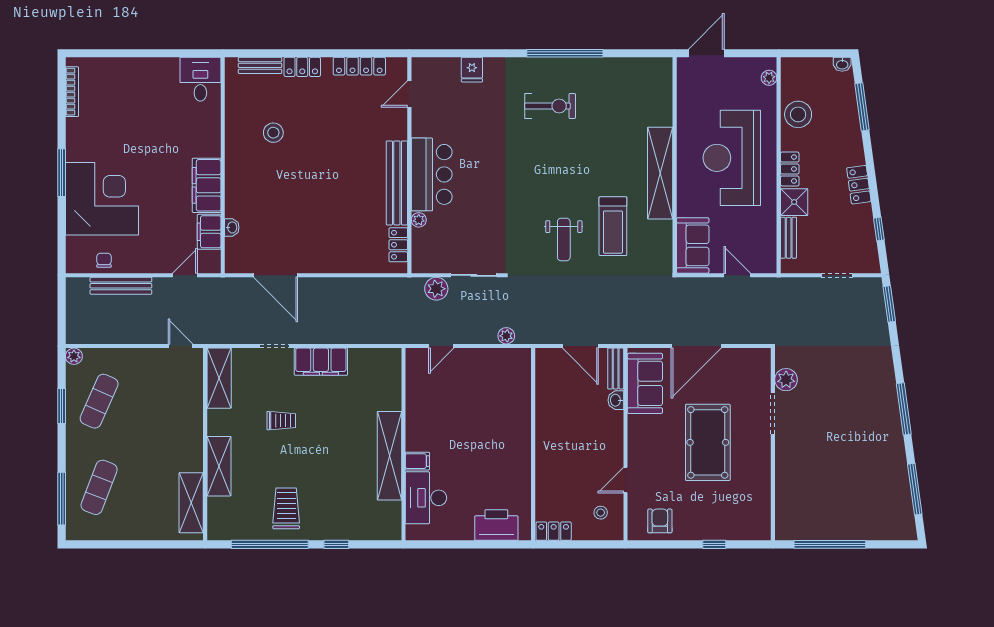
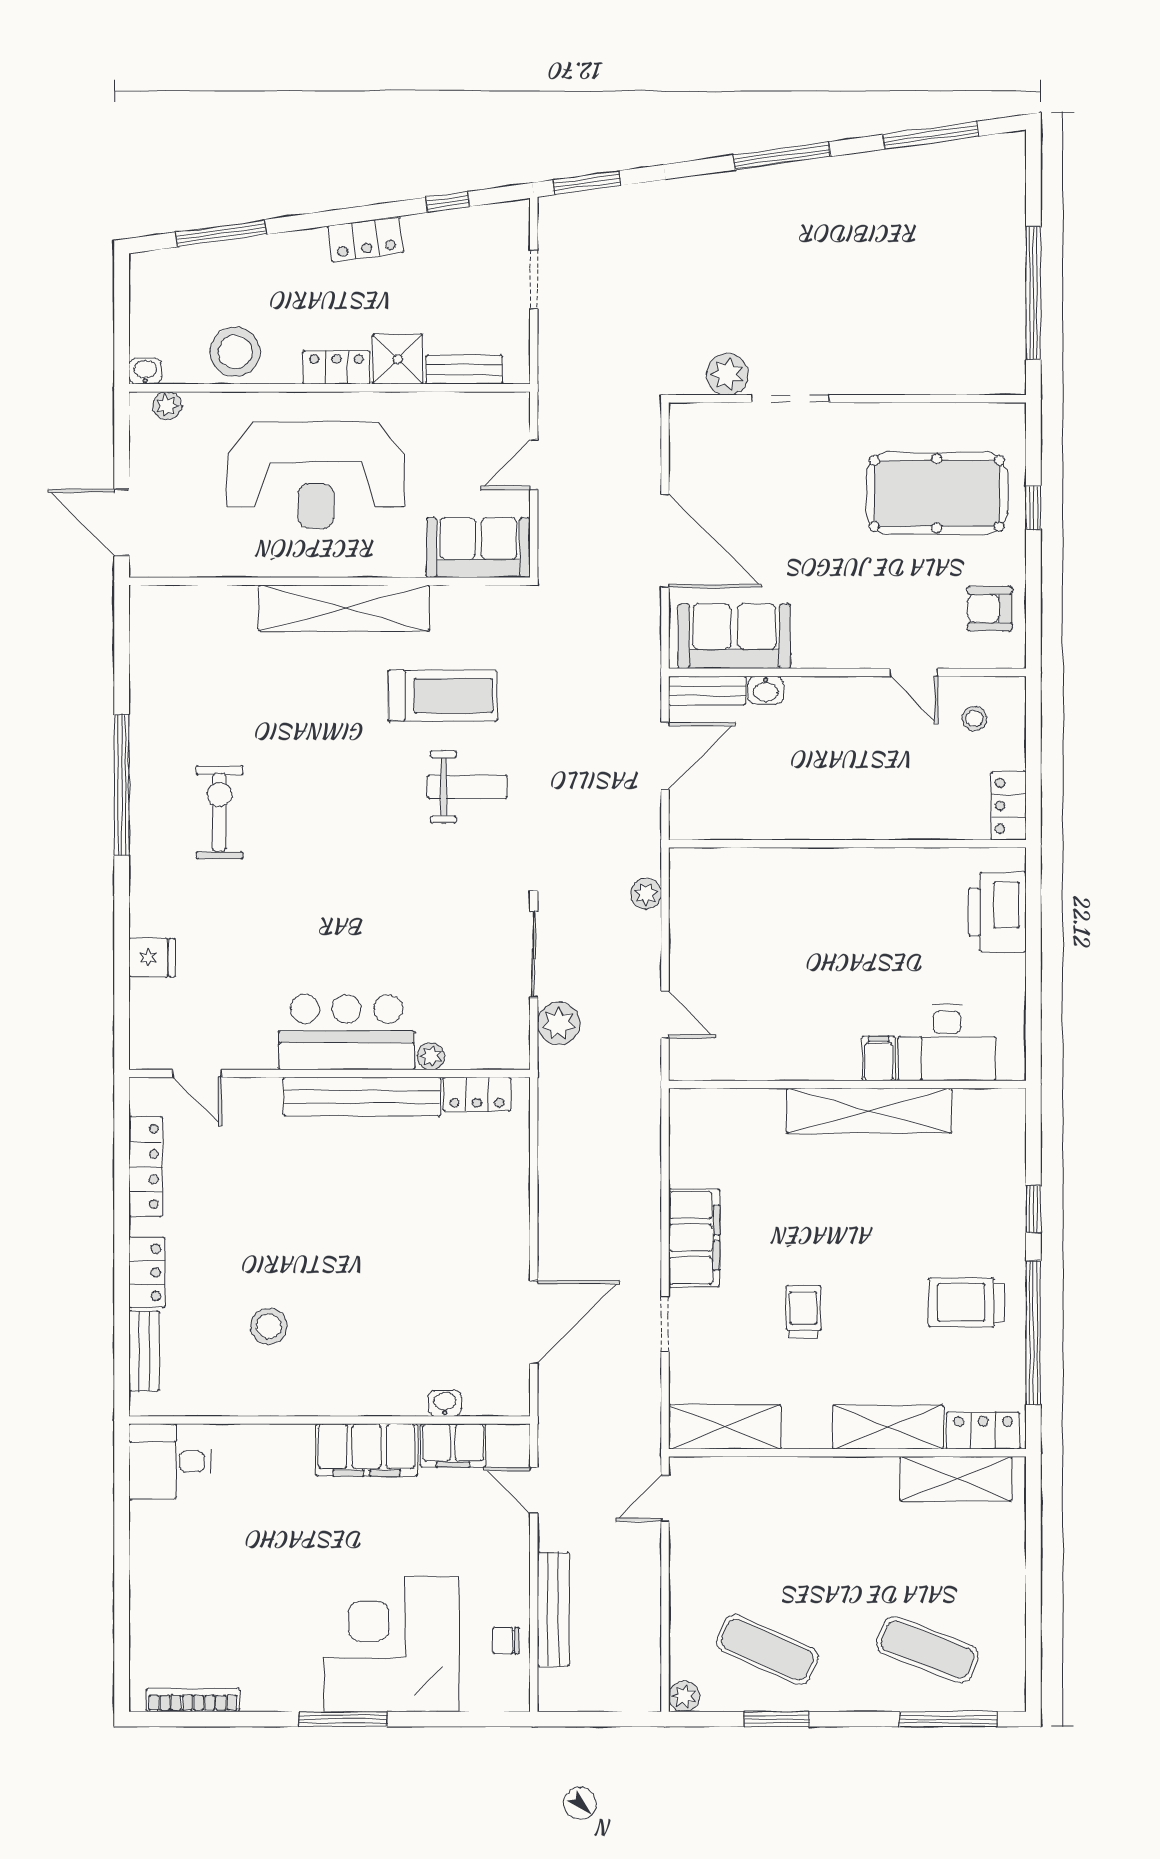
washbasin: (842, 64) -> (145, 371), moved, turned -90
pool table: (708, 442) -> (937, 493), moved
locker: (217, 517) -> (983, 1431), added

